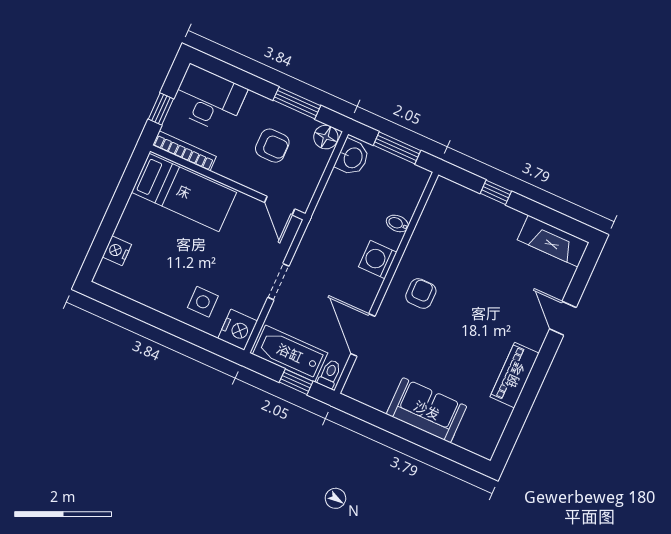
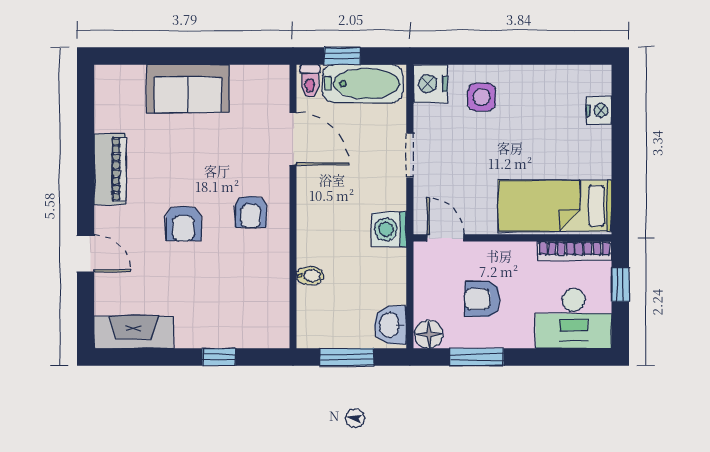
washing machine: (378, 260) -> (389, 229), moved, turned 180
armchair: (477, 308) -> (183, 223), added

